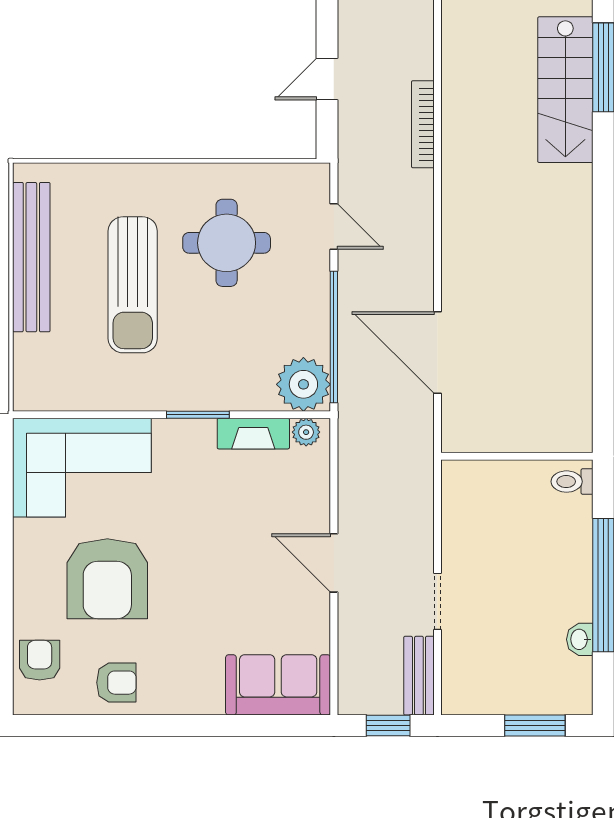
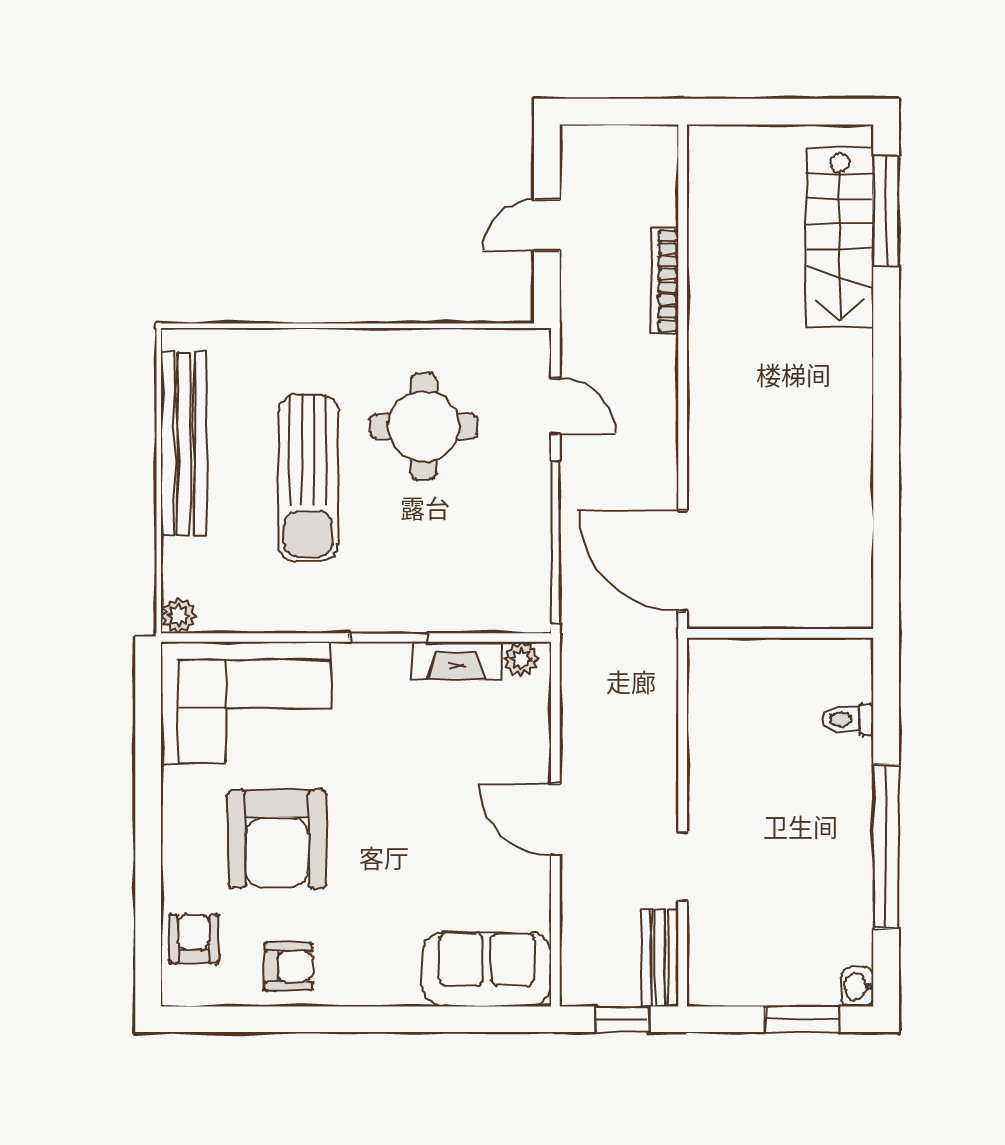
plant: (303, 384) -> (179, 616), moved, width x0.53, depth x0.53
wall: (517, 456) -> (780, 633), moved
washbasin: (580, 639) -> (857, 987), moved

